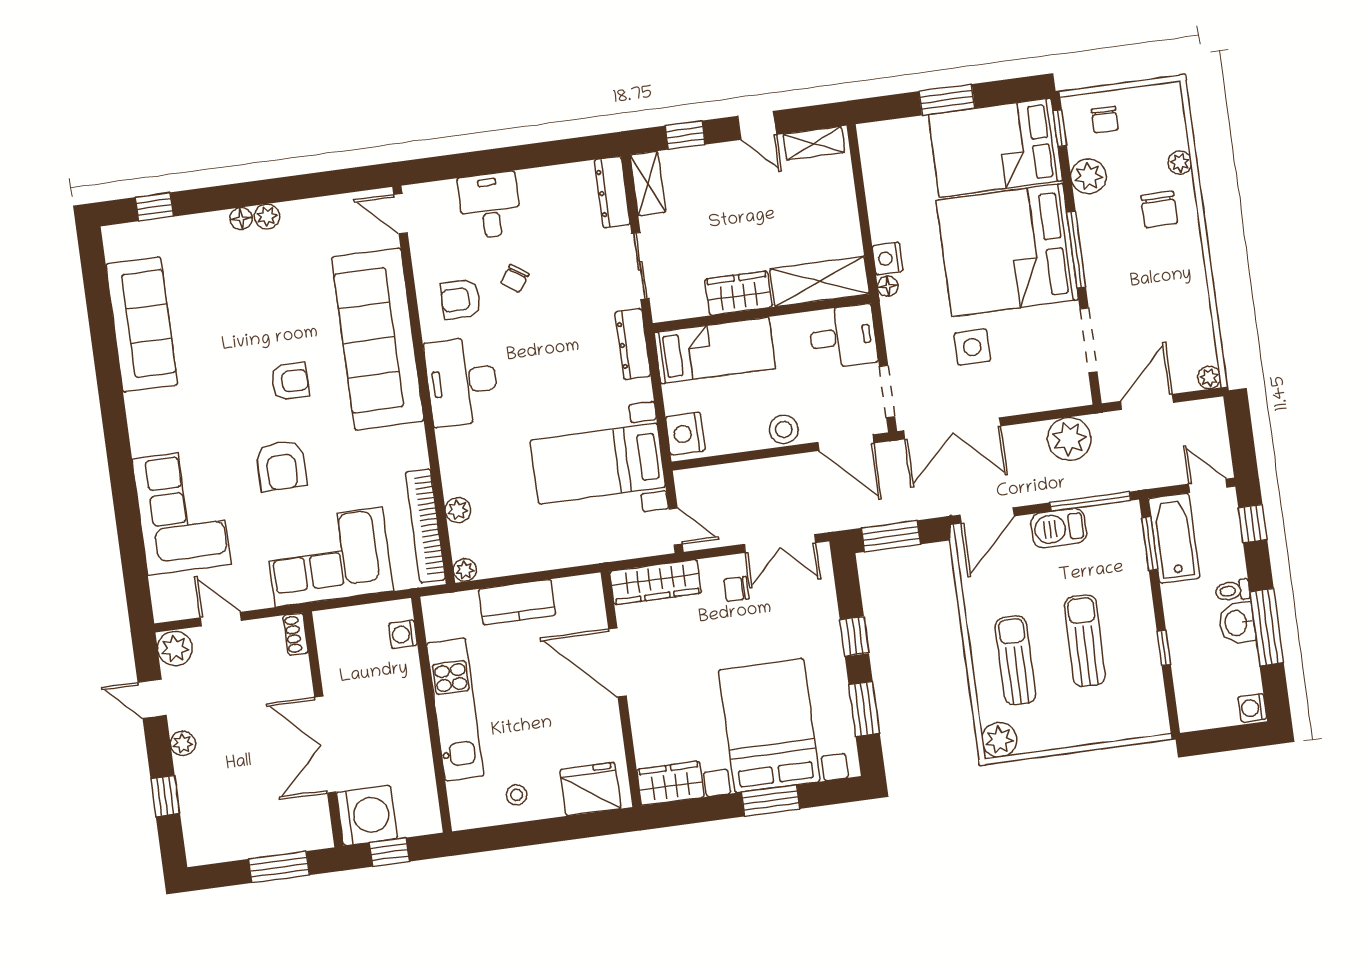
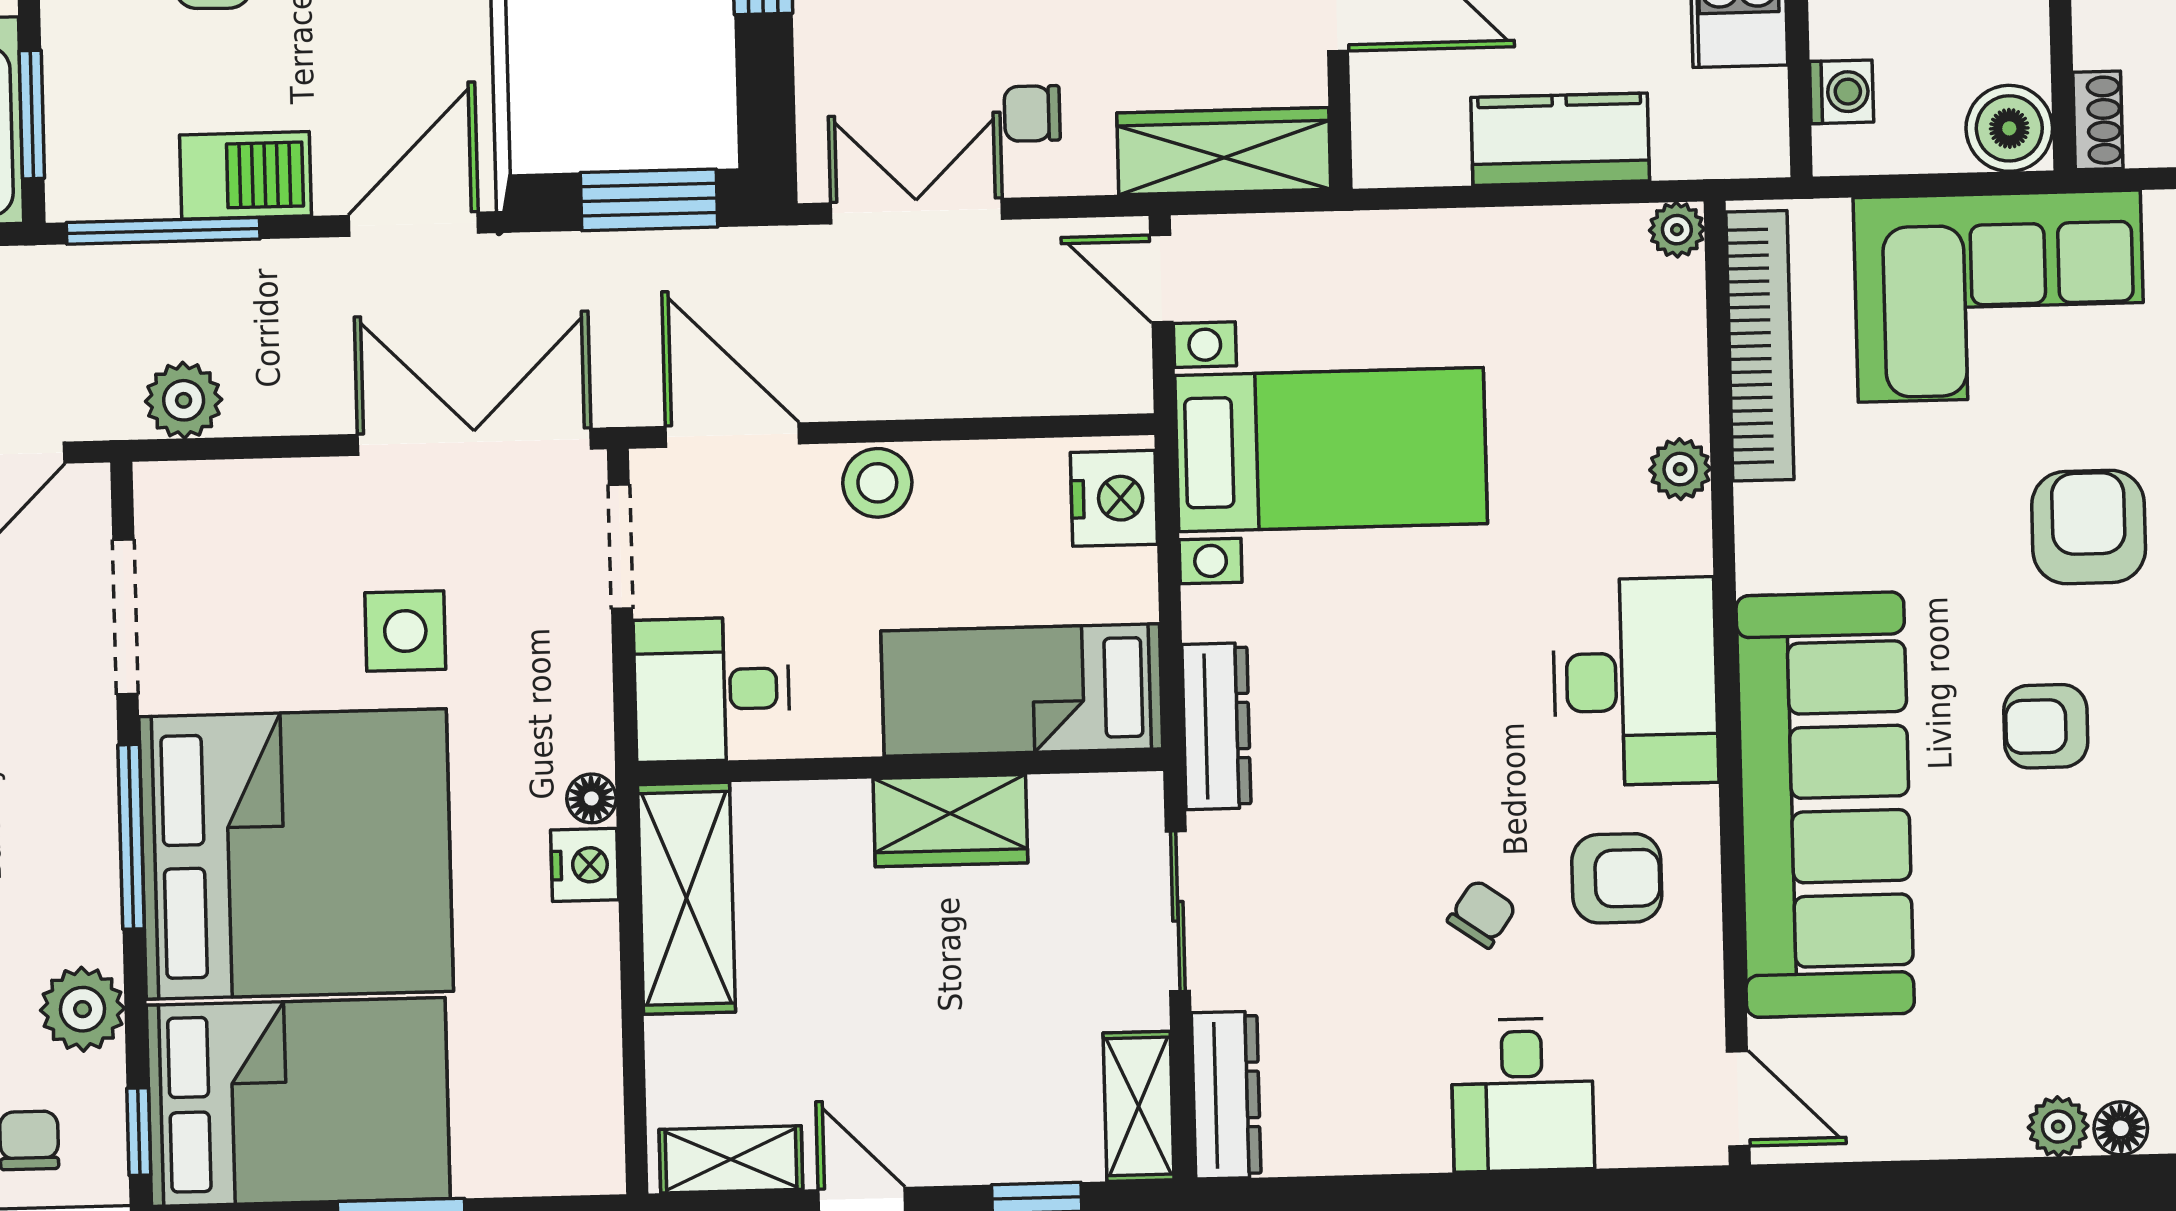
shelving: (819, 281) -> (686, 898), moved, turned 90
plant: (1069, 439) -> (184, 400), width x0.73, depth x0.73
plant: (458, 510) -> (1680, 469), moved
chair: (736, 589) -> (1032, 113), turned 180
boiler: (332, 627) -> (2009, 128), added

